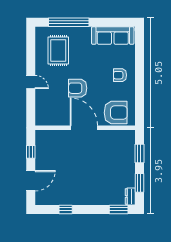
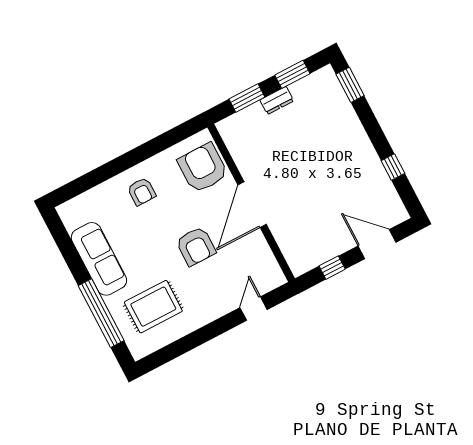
sofa: (113, 36) -> (99, 259), moved
door: (31, 82) -> (254, 309), moved
dresser: (130, 196) -> (277, 100), moved

